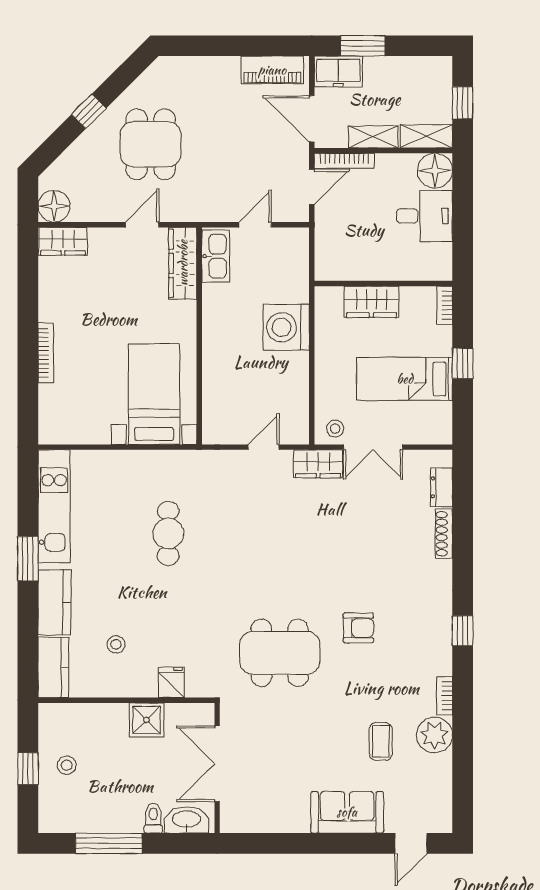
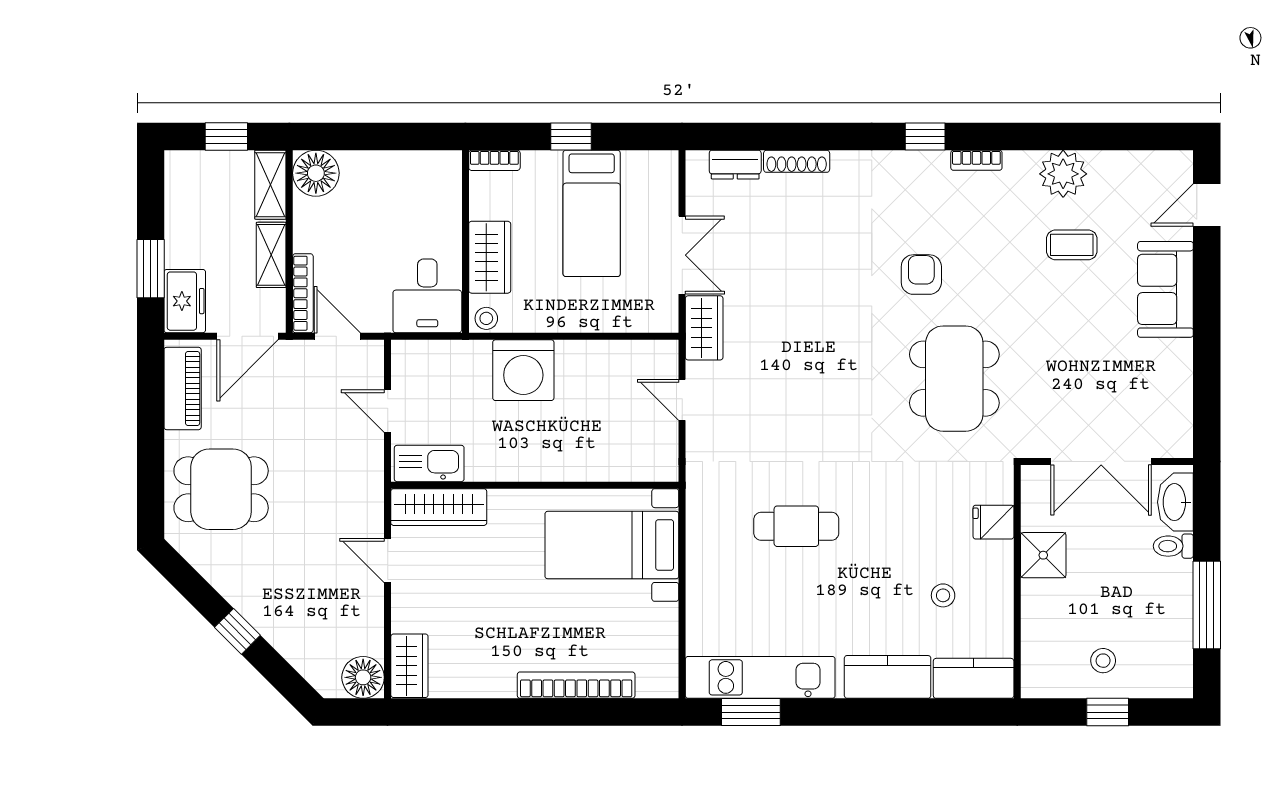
dining table: (151, 144) -> (221, 489), moved
desk: (424, 216) -> (427, 296), moved, turned 180
bookcase: (46, 353) -> (576, 685), width x1.48, depth x1.31
stool: (335, 429) -> (486, 318), moved
window: (28, 559) -> (751, 712), moved
bookcase: (445, 696) -> (976, 160), moved
door: (411, 843) -> (1207, 205), swing flipped

